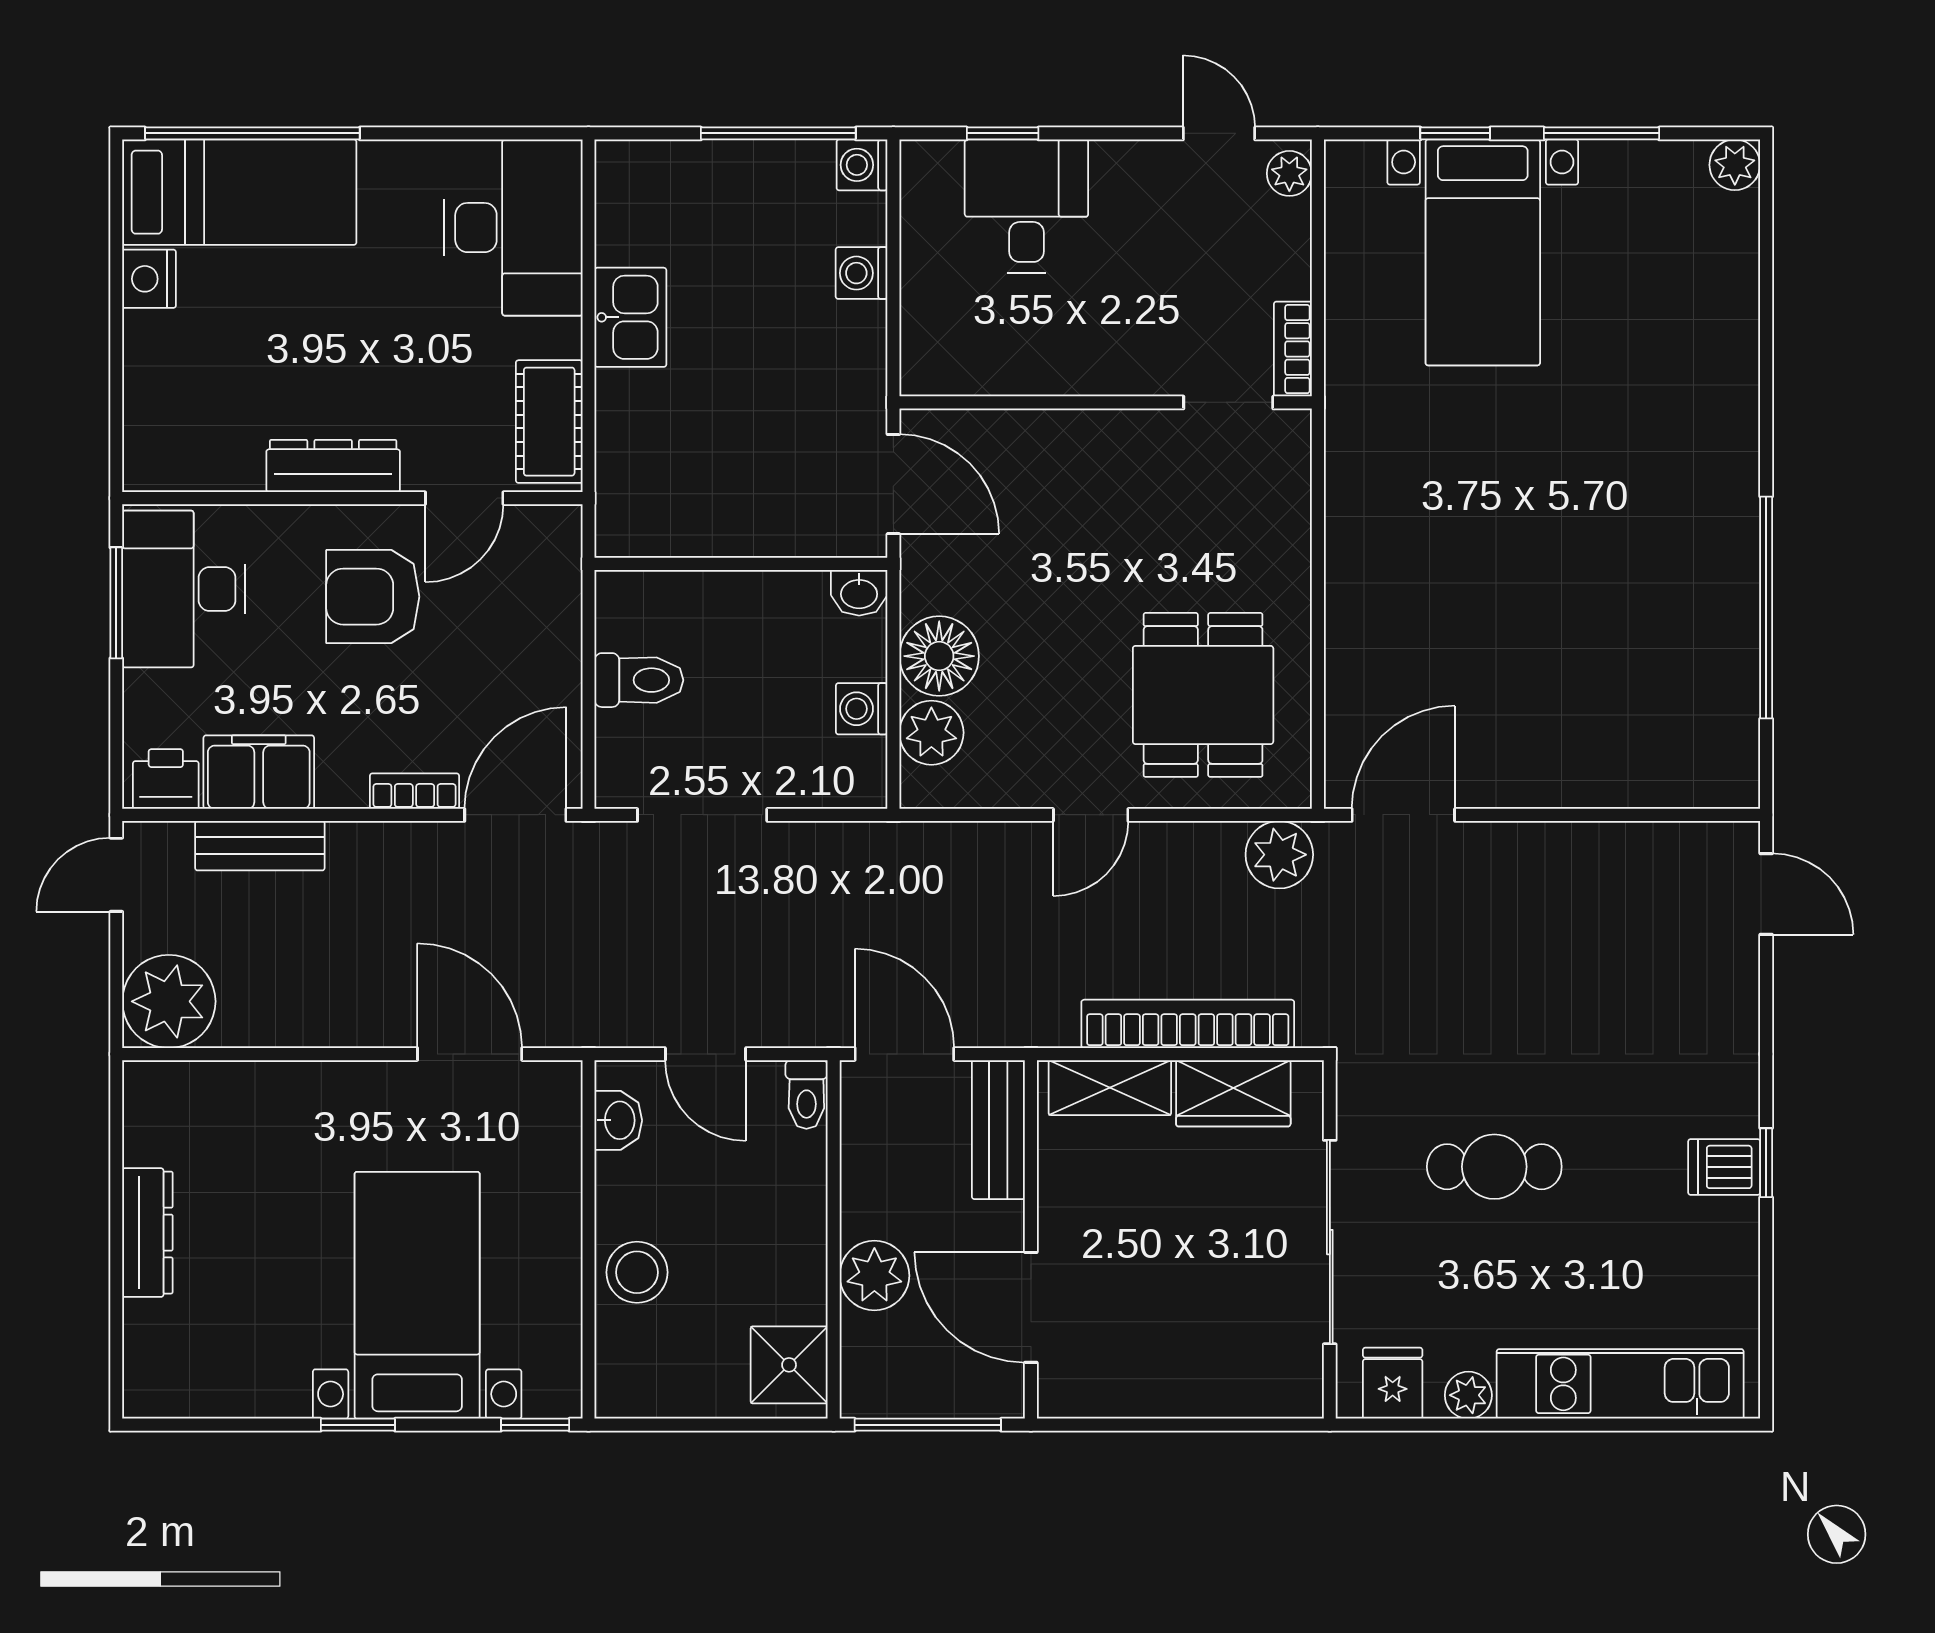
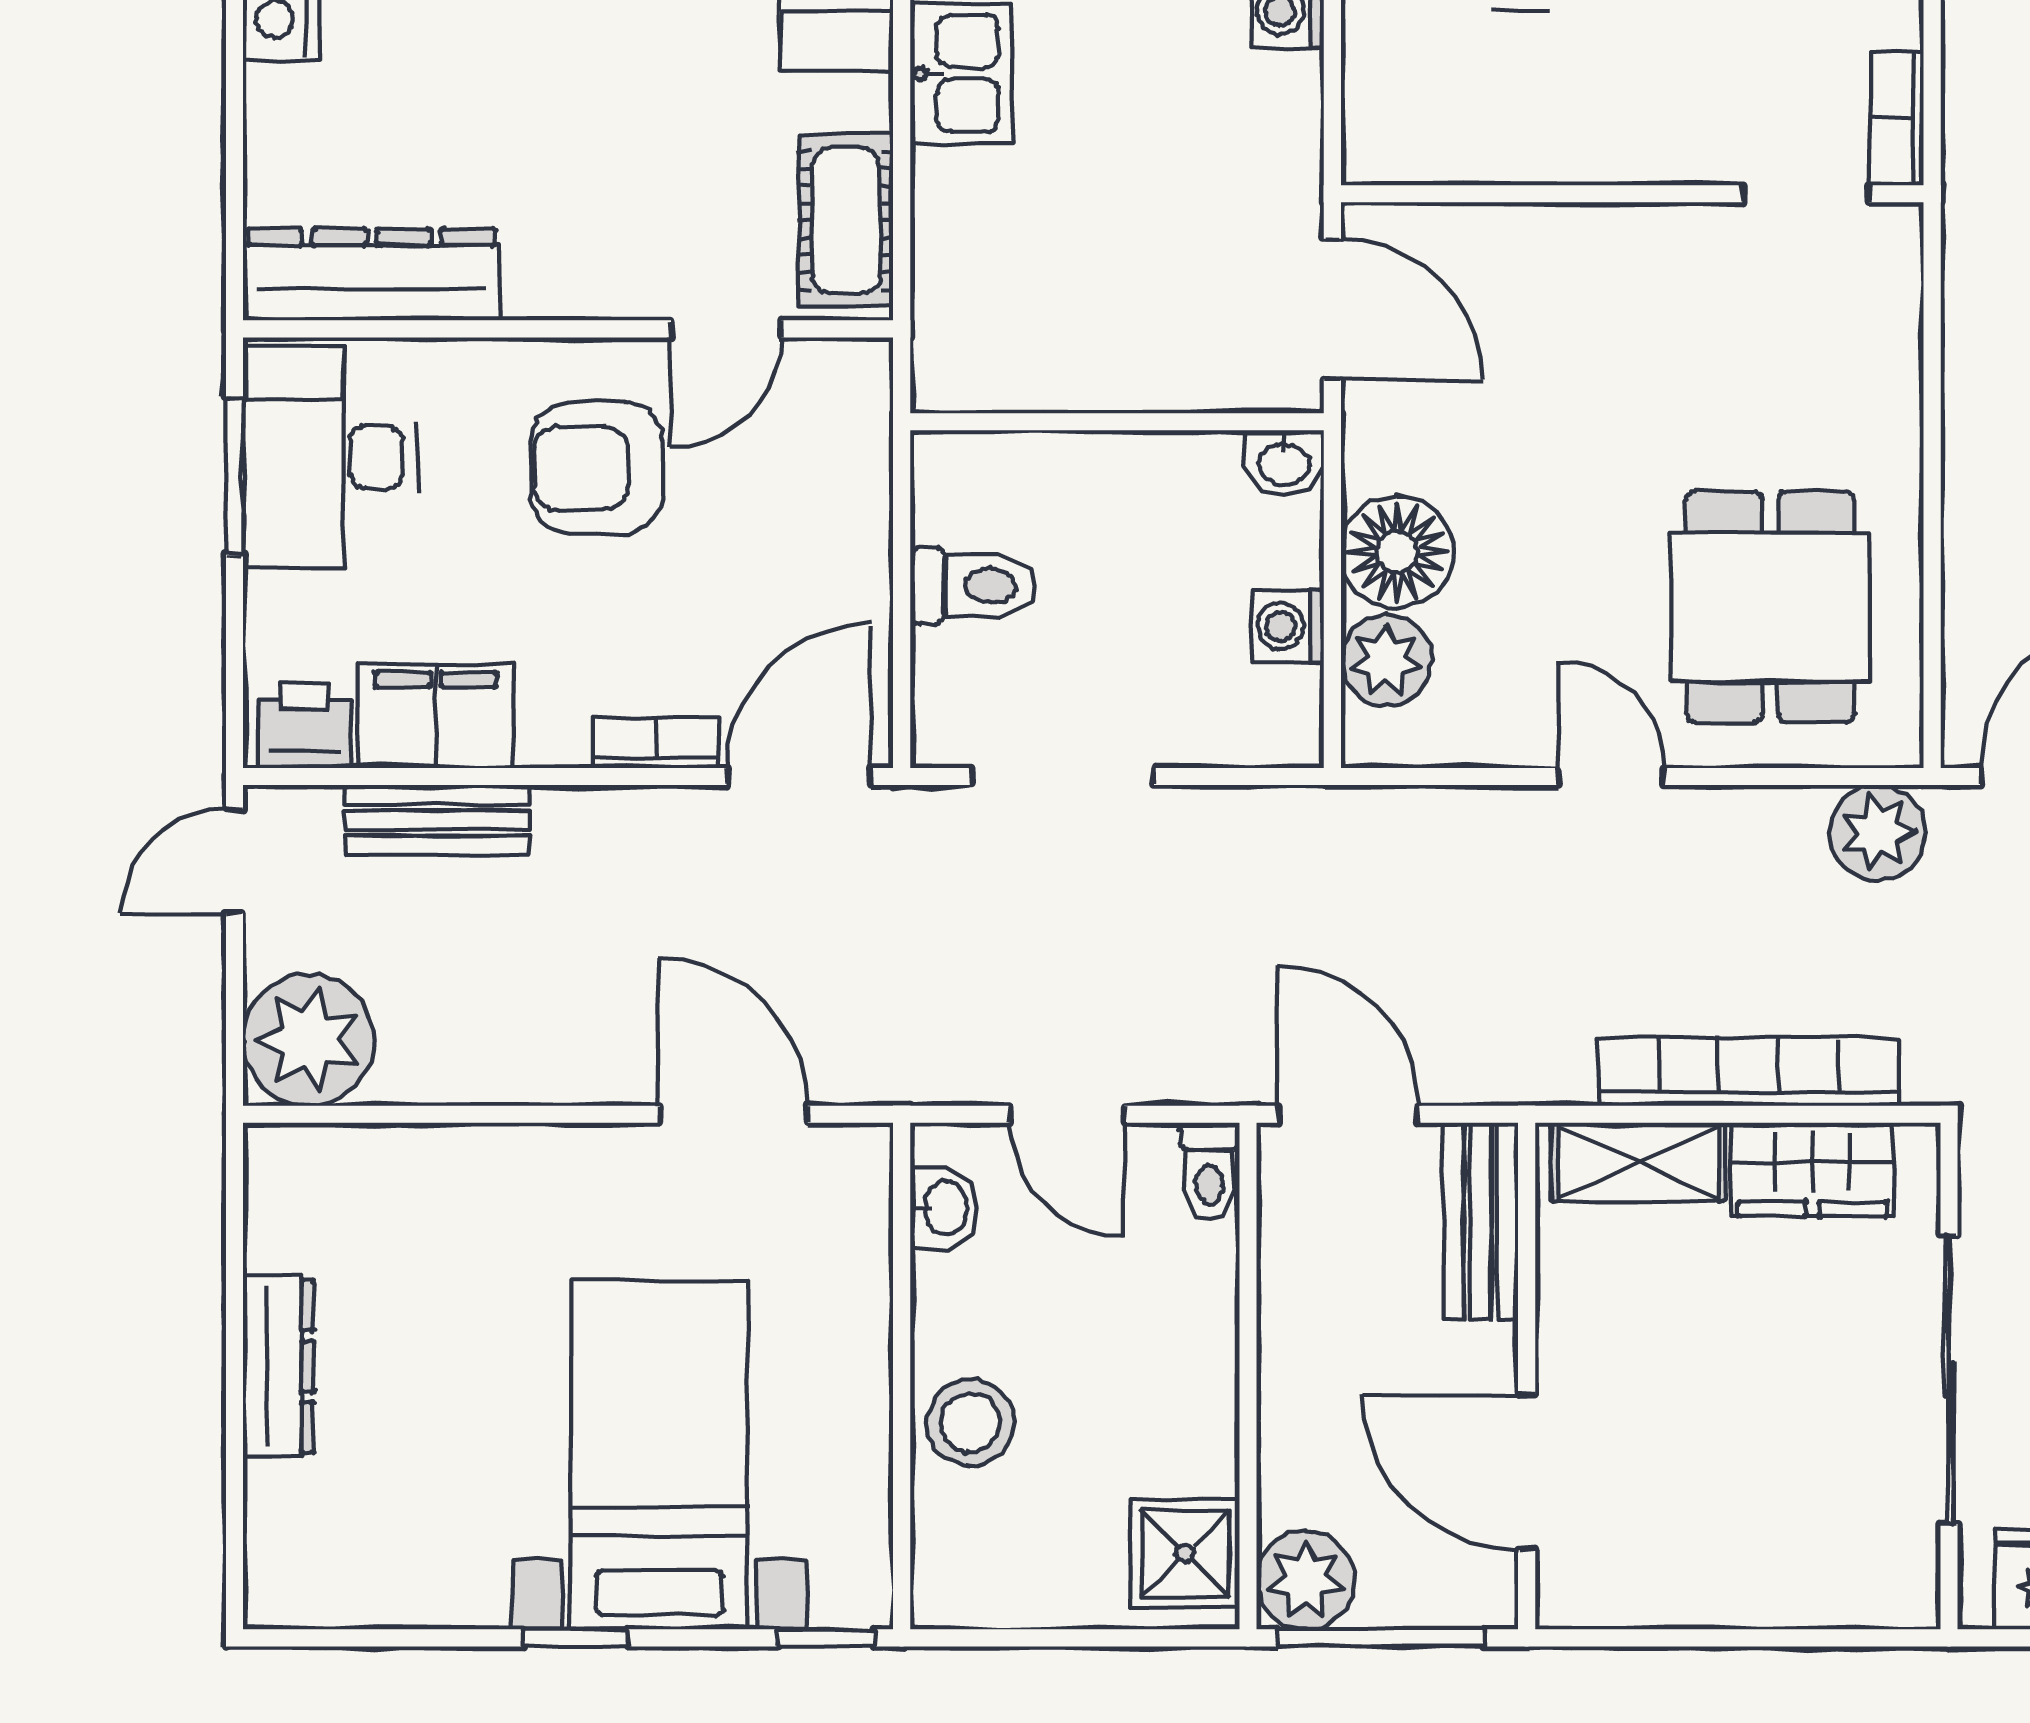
dresser: (333, 466) -> (372, 274), moved, width x1.37, depth x1.24
door: (1091, 815) -> (1611, 776), swing flipped
plant: (874, 1276) -> (1306, 1580), moved

